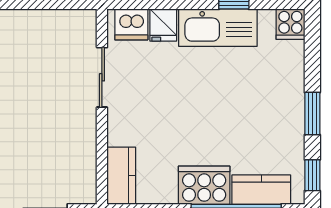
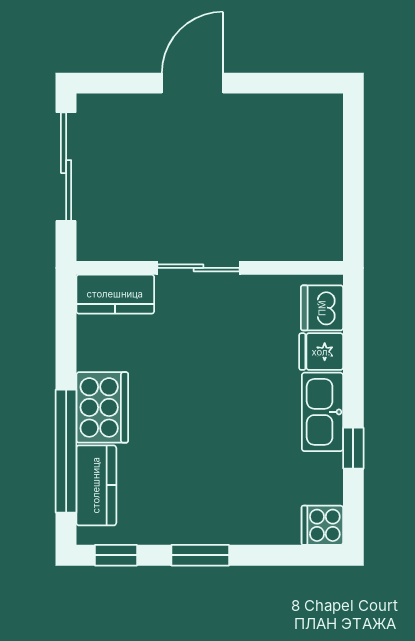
kitchen sink: (218, 28) -> (322, 412), width x0.73, depth x0.81
sliding door: (102, 77) -> (199, 268), moved

